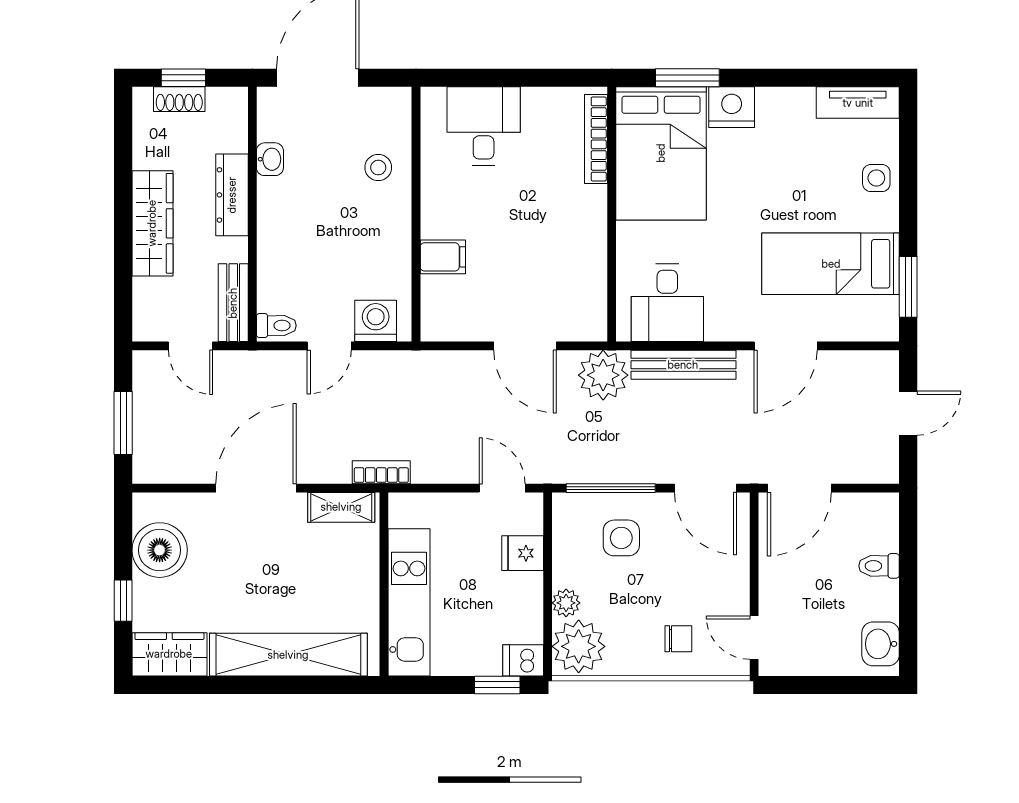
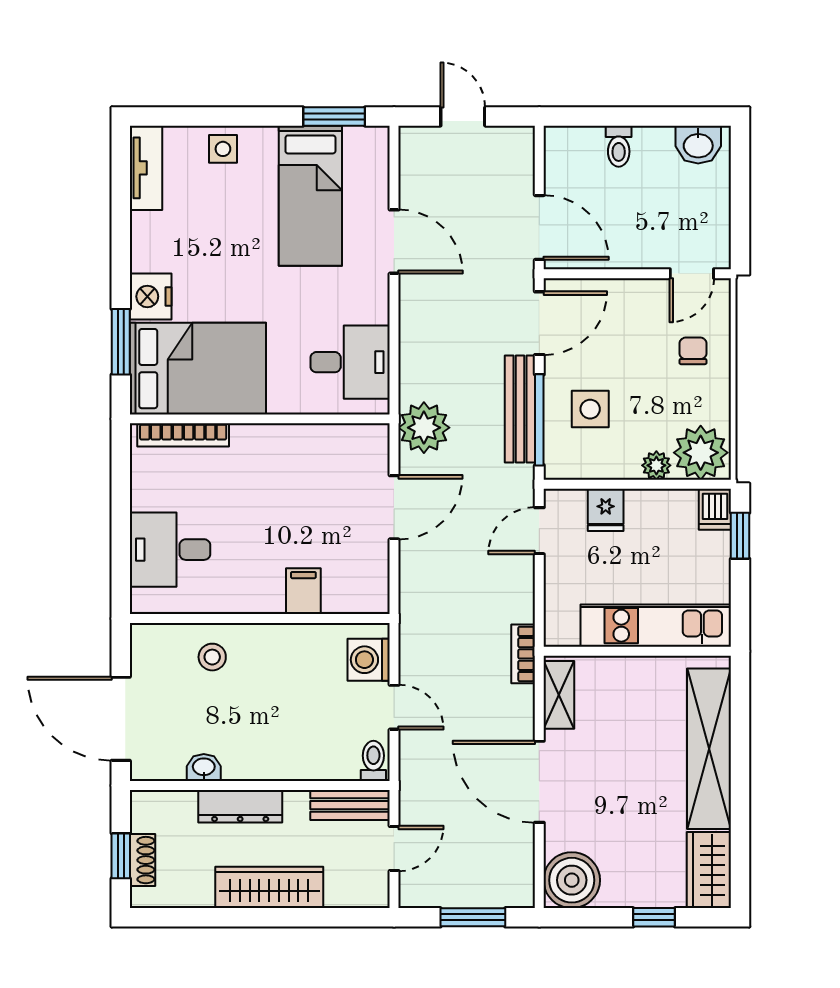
bench: (683, 365) -> (520, 409), moved
boiler: (160, 550) -> (572, 880), moved

